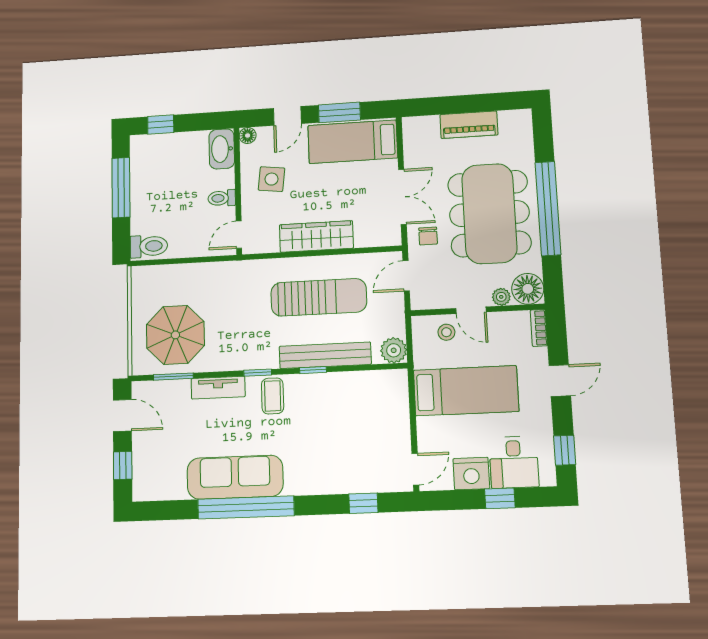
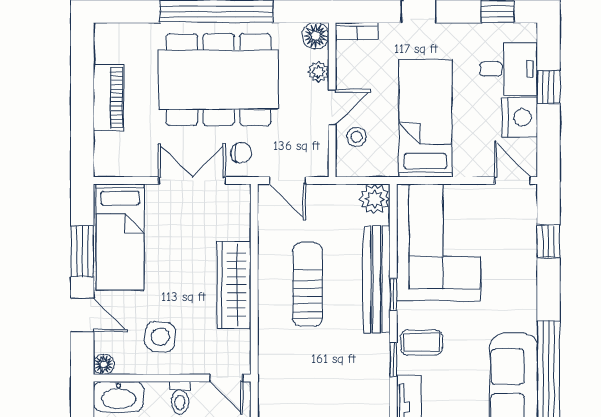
floor lamp: (528, 289) -> (315, 36), width x0.73, depth x0.73
sun lounger: (319, 297) -> (308, 284), width x0.73, depth x0.75
corner sofa: (359, 407) -> (438, 242), added

